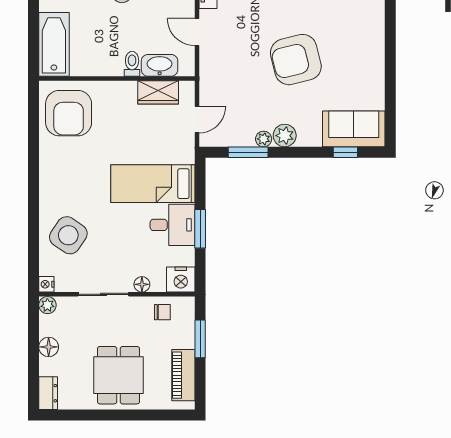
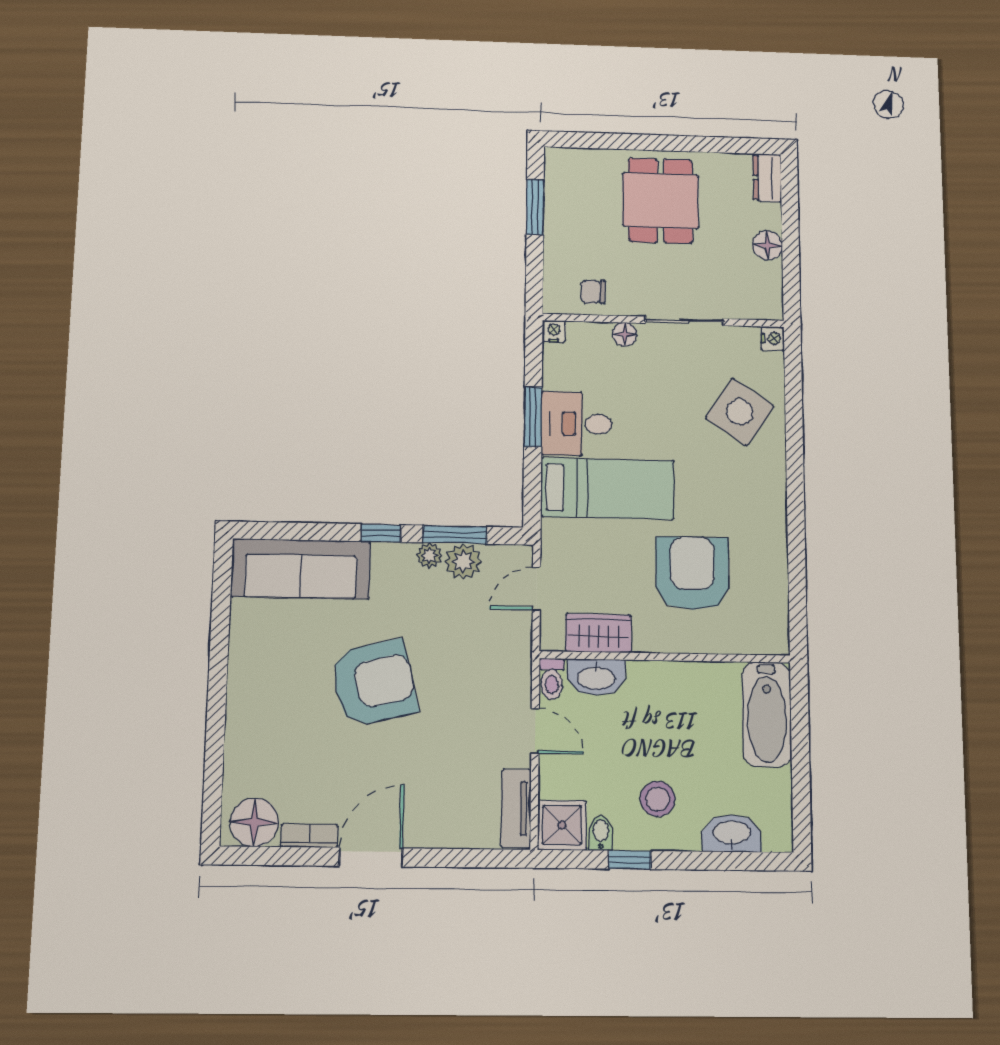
toilet: (132, 64) -> (552, 679), moved
armchair: (69, 113) -> (692, 573), moved
sofa: (354, 129) -> (301, 569), width x1.36
plant: (285, 136) -> (463, 561), moved
window: (345, 152) -> (381, 533), moved
nightstand: (181, 280) -> (554, 331), width x0.53, depth x0.56
plant: (47, 305) -> (770, 307), removed
window: (200, 339) -> (535, 207), moved
piano: (183, 375) -> (561, 197), removed

